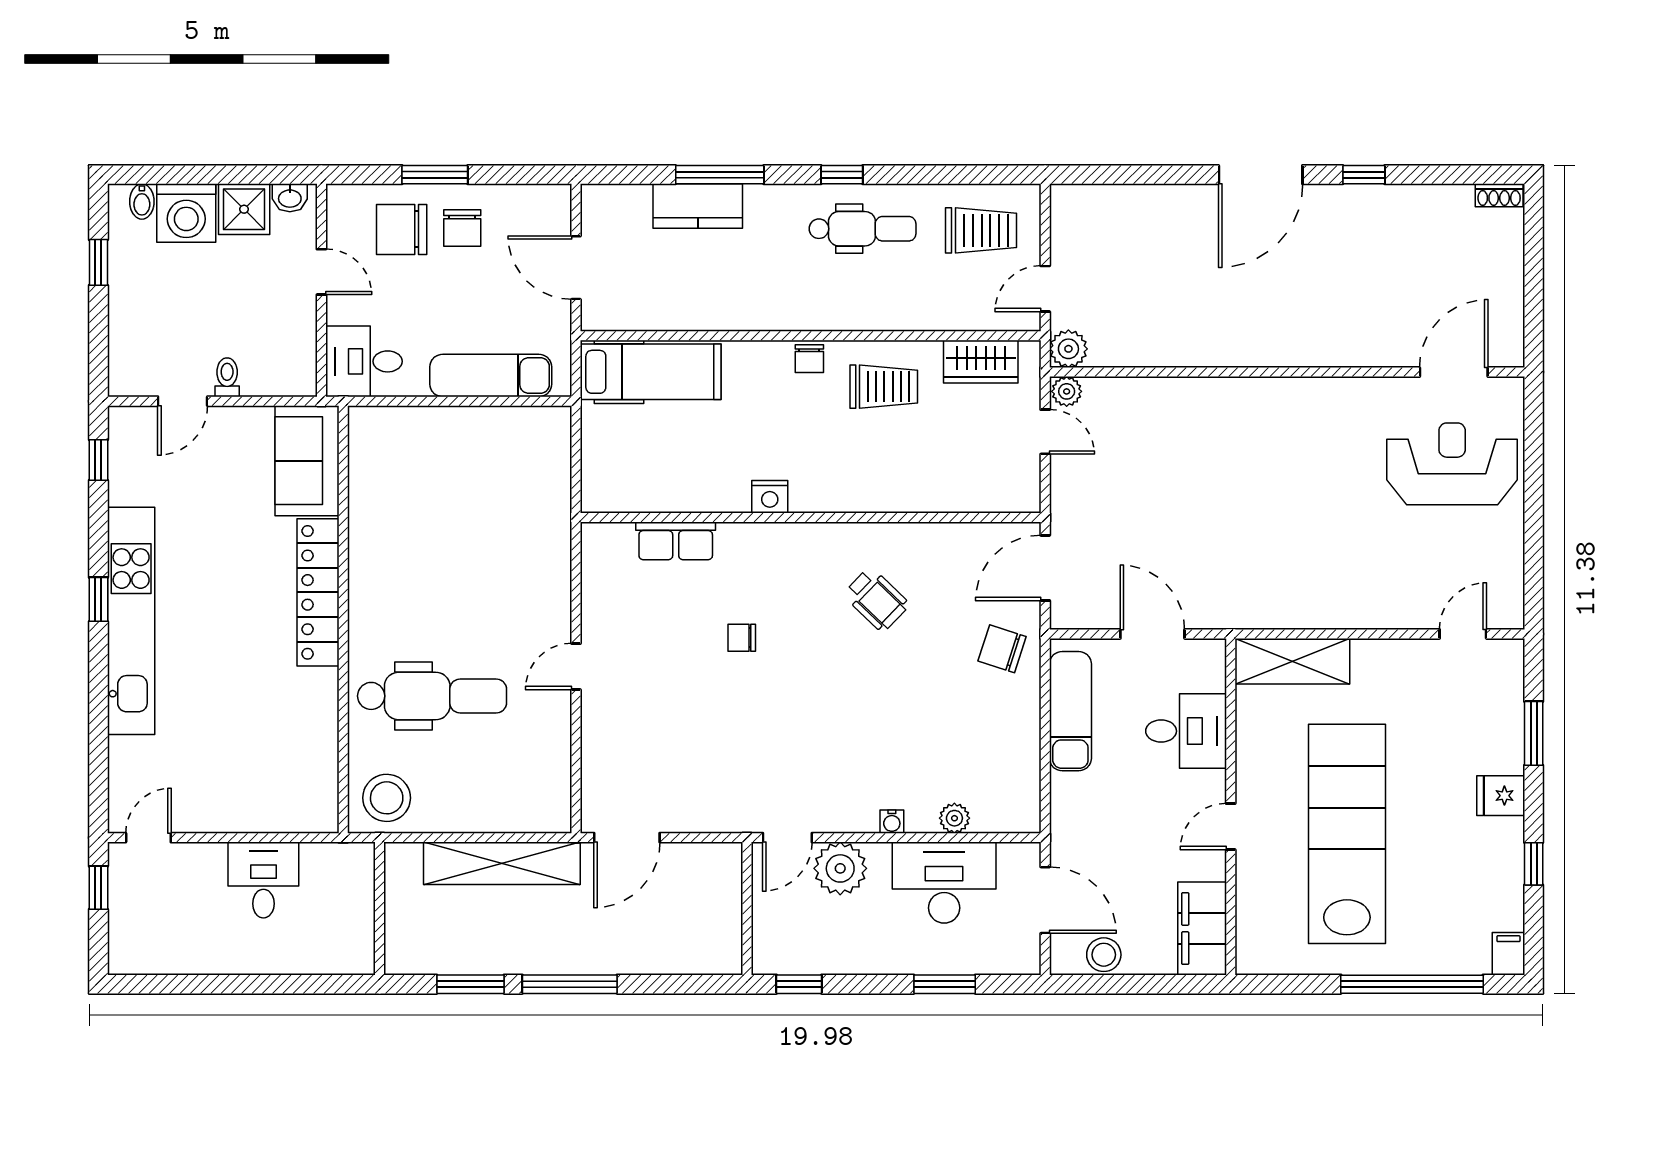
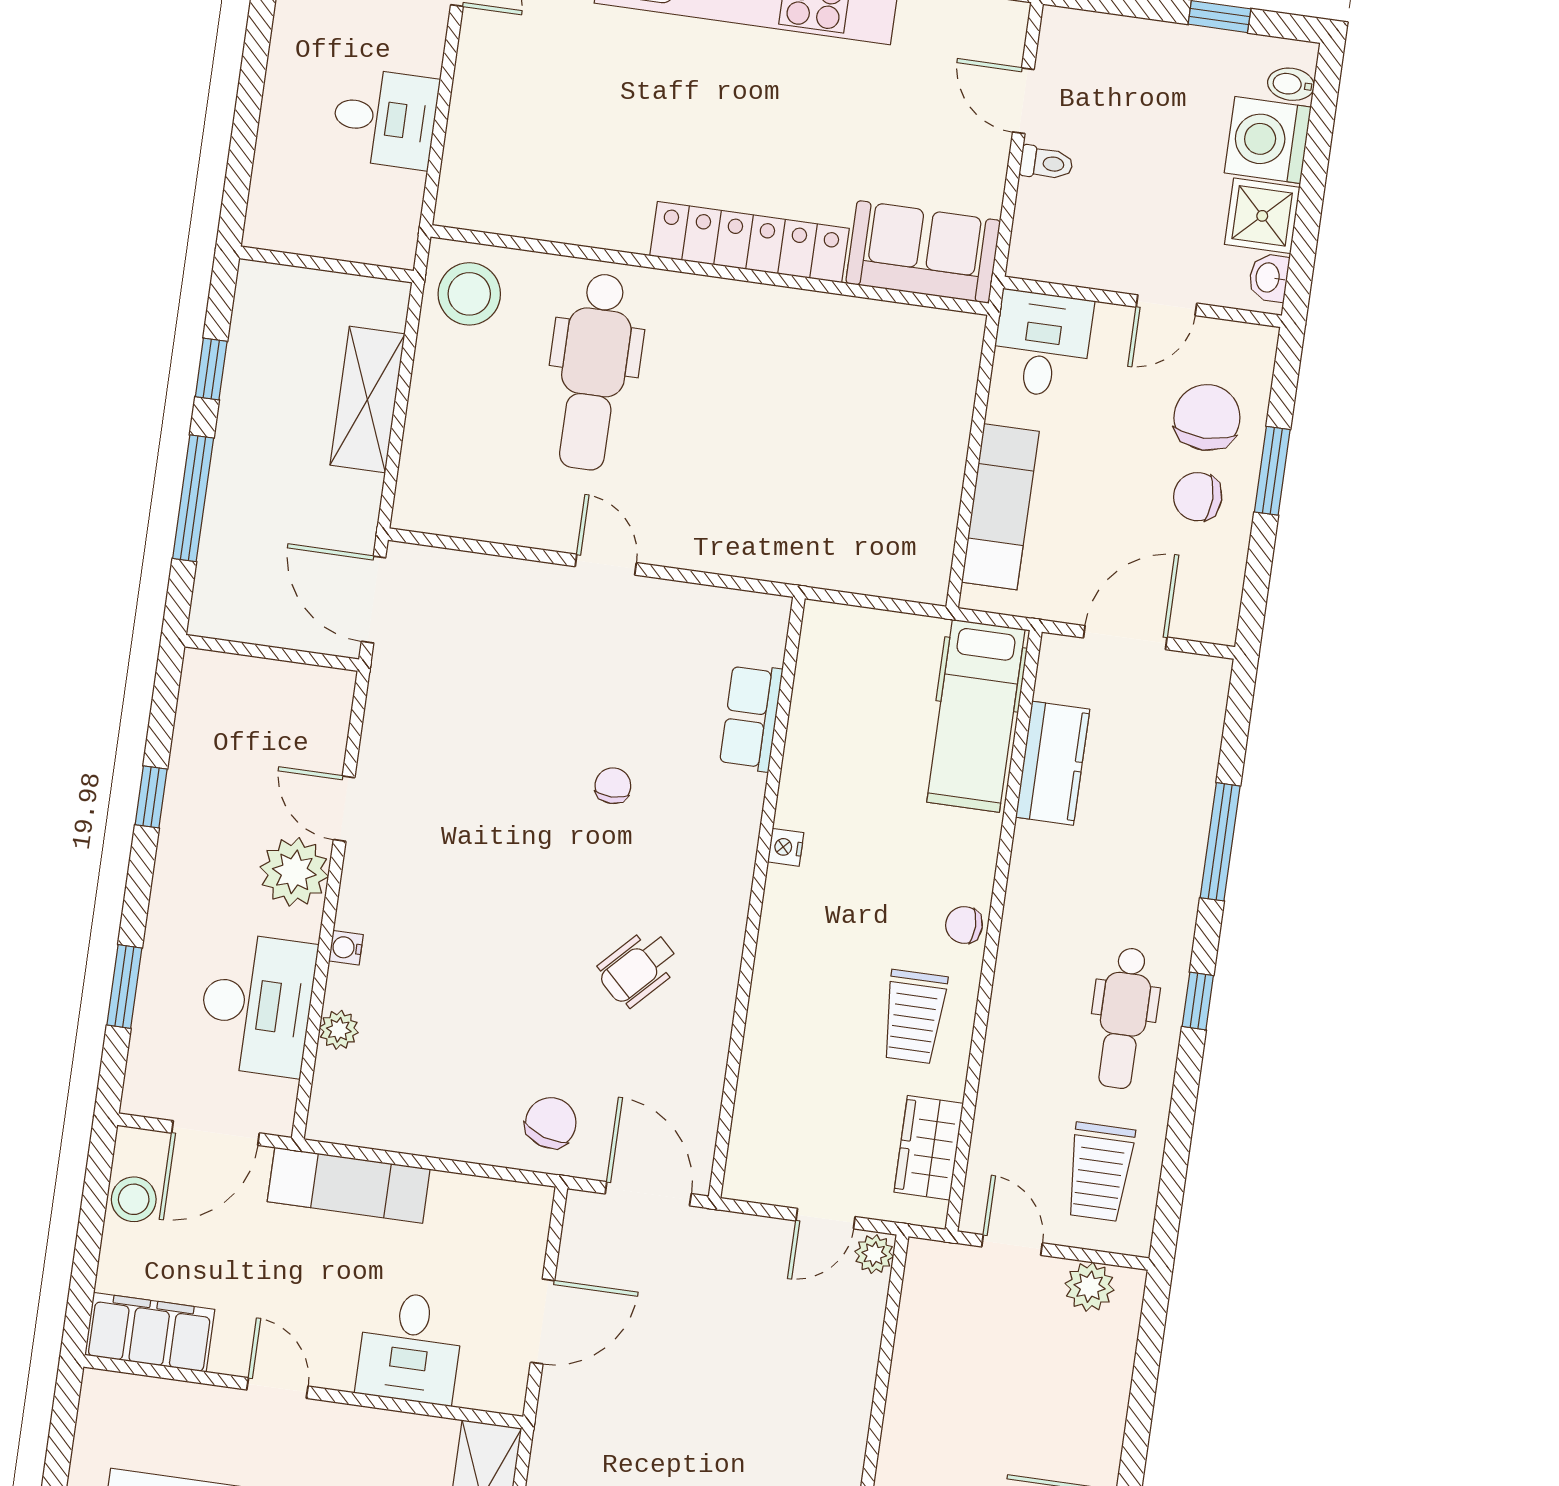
kitchen counter: (698, 206) -> (1053, 763), moved, turned 180
plant: (1068, 349) -> (1090, 1287), moved
nightstand: (770, 497) -> (786, 847), width x0.72, depth x0.74
exam couch: (1070, 711) -> (349, 1185), moved
shelving: (502, 863) -> (367, 399), width x0.68
wall: (747, 909) -> (272, 653), moved
window: (470, 984) -> (211, 369), width x0.67

